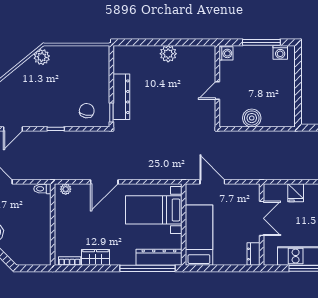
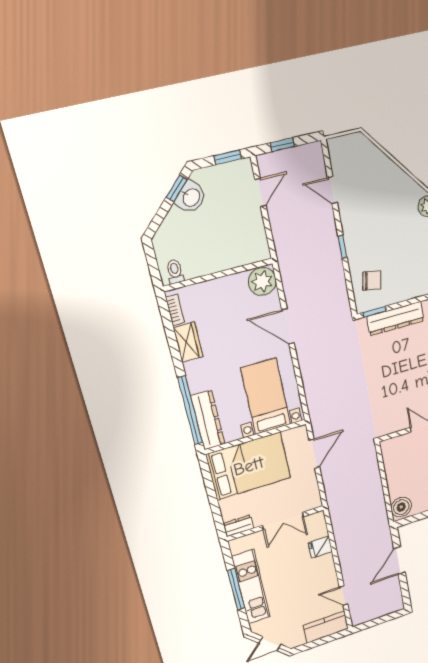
boiler: (252, 118) -> (401, 507), moved
toilet: (42, 189) -> (175, 272), moved
plant: (66, 189) -> (262, 281), width x1.88, depth x1.88
bed: (199, 235) -> (249, 466), width x1.50

